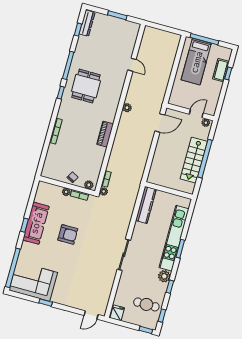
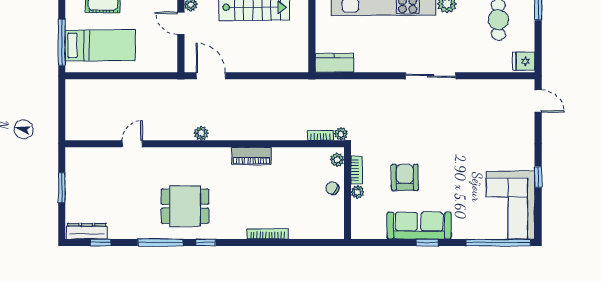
kitchen counter: (146, 205) -> (334, 63), width x0.67
armchair: (68, 234) -> (405, 177), moved

